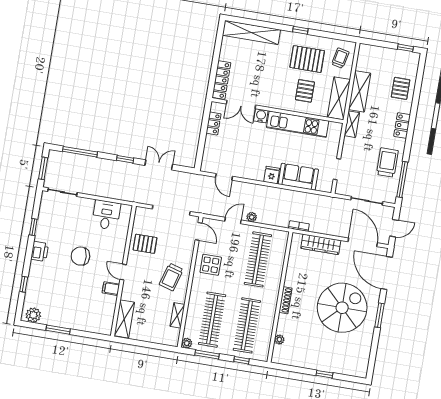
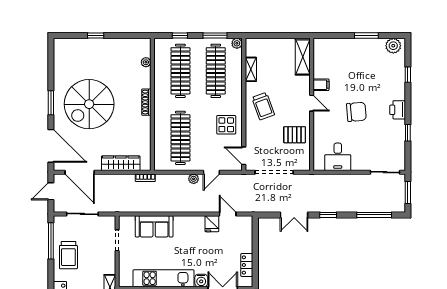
fridge: (272, 175) -> (212, 224), moved
trolley: (171, 277) -> (263, 106), turned 144

